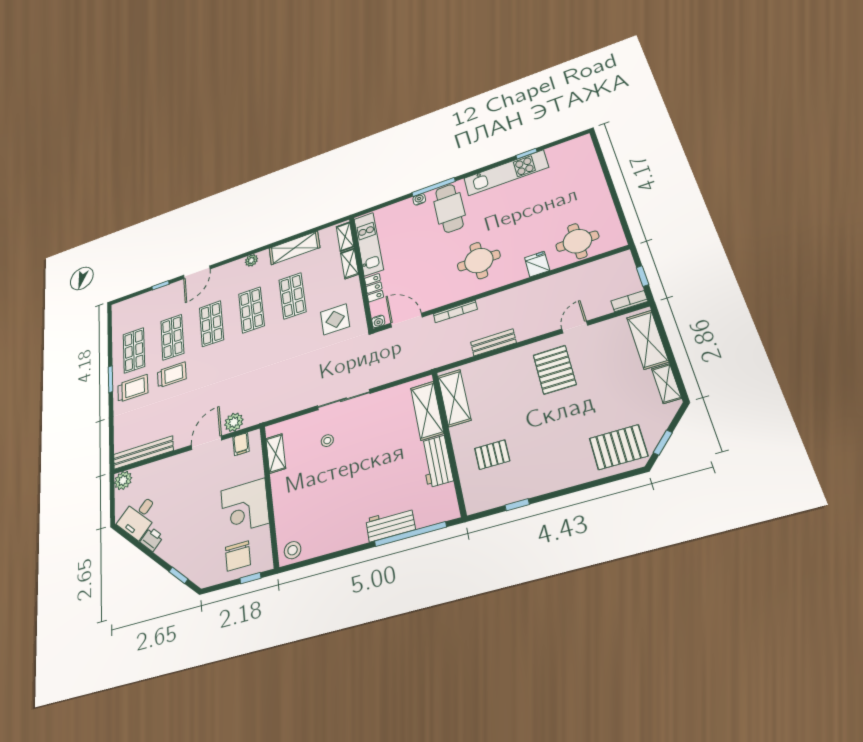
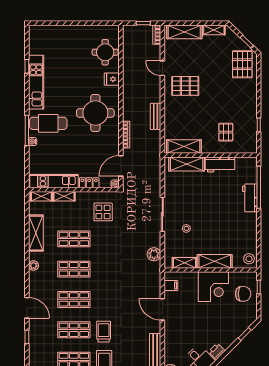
round table: (479, 261) -> (95, 113), width x1.36, depth x1.36
plant: (234, 422) -> (154, 254), moved
shelving: (283, 498) -> (215, 261), added

